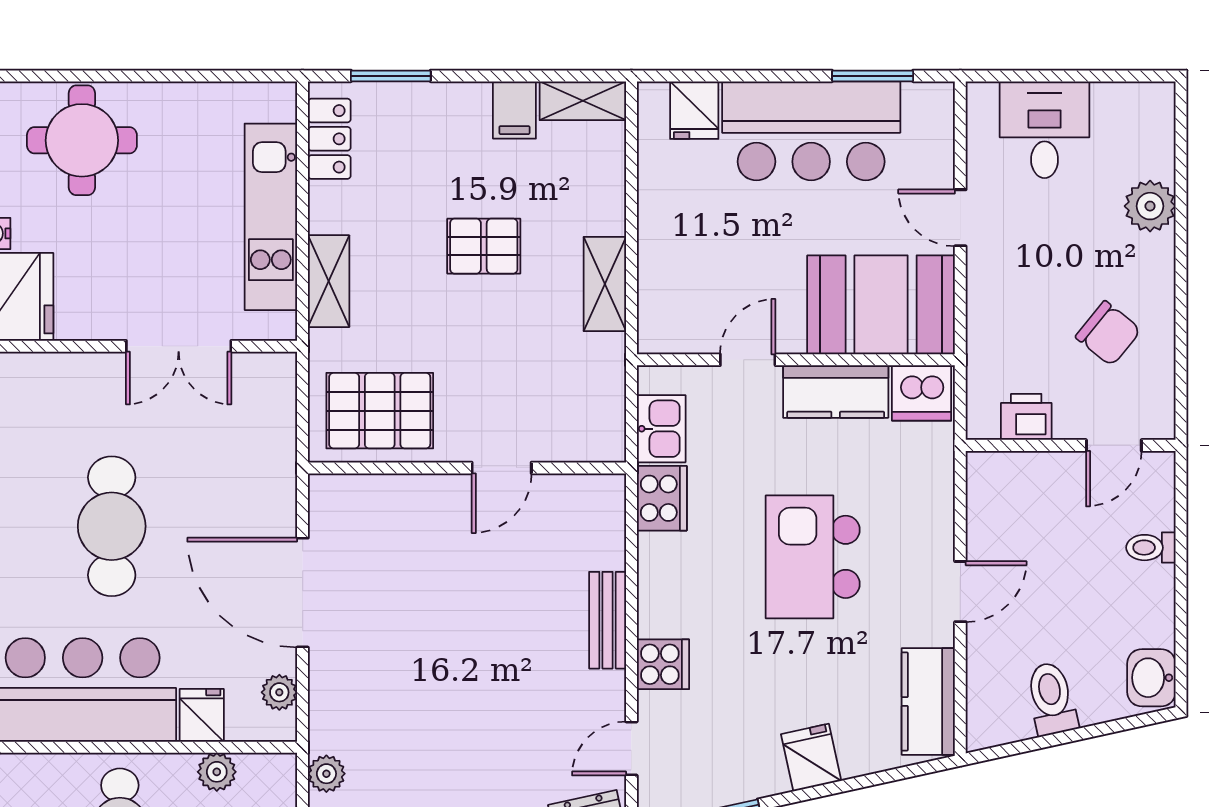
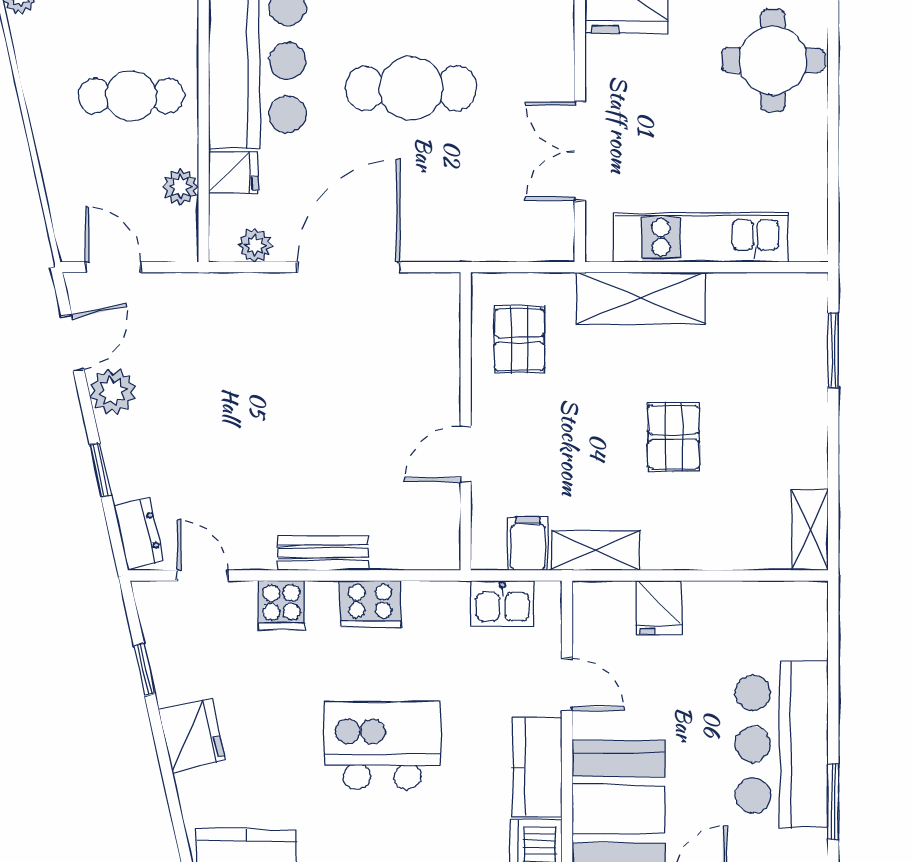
filing cabinet: (514, 110) -> (528, 544), moved, turned 90
fridge: (694, 110) -> (659, 608), moved, turned -90
locker: (329, 139) -> (774, 292), removed
shelving: (329, 281) -> (641, 298), width x1.50, depth x1.33
shelving: (605, 284) -> (596, 551), moved
pallet: (380, 411) -> (519, 340), width x0.67, depth x0.71
door: (502, 468) -> (466, 454), hinge flipped
cooker: (662, 498) -> (370, 604), moved
fridge: (811, 757) -> (192, 735), width x1.38
plant: (326, 774) -> (179, 290), removed

